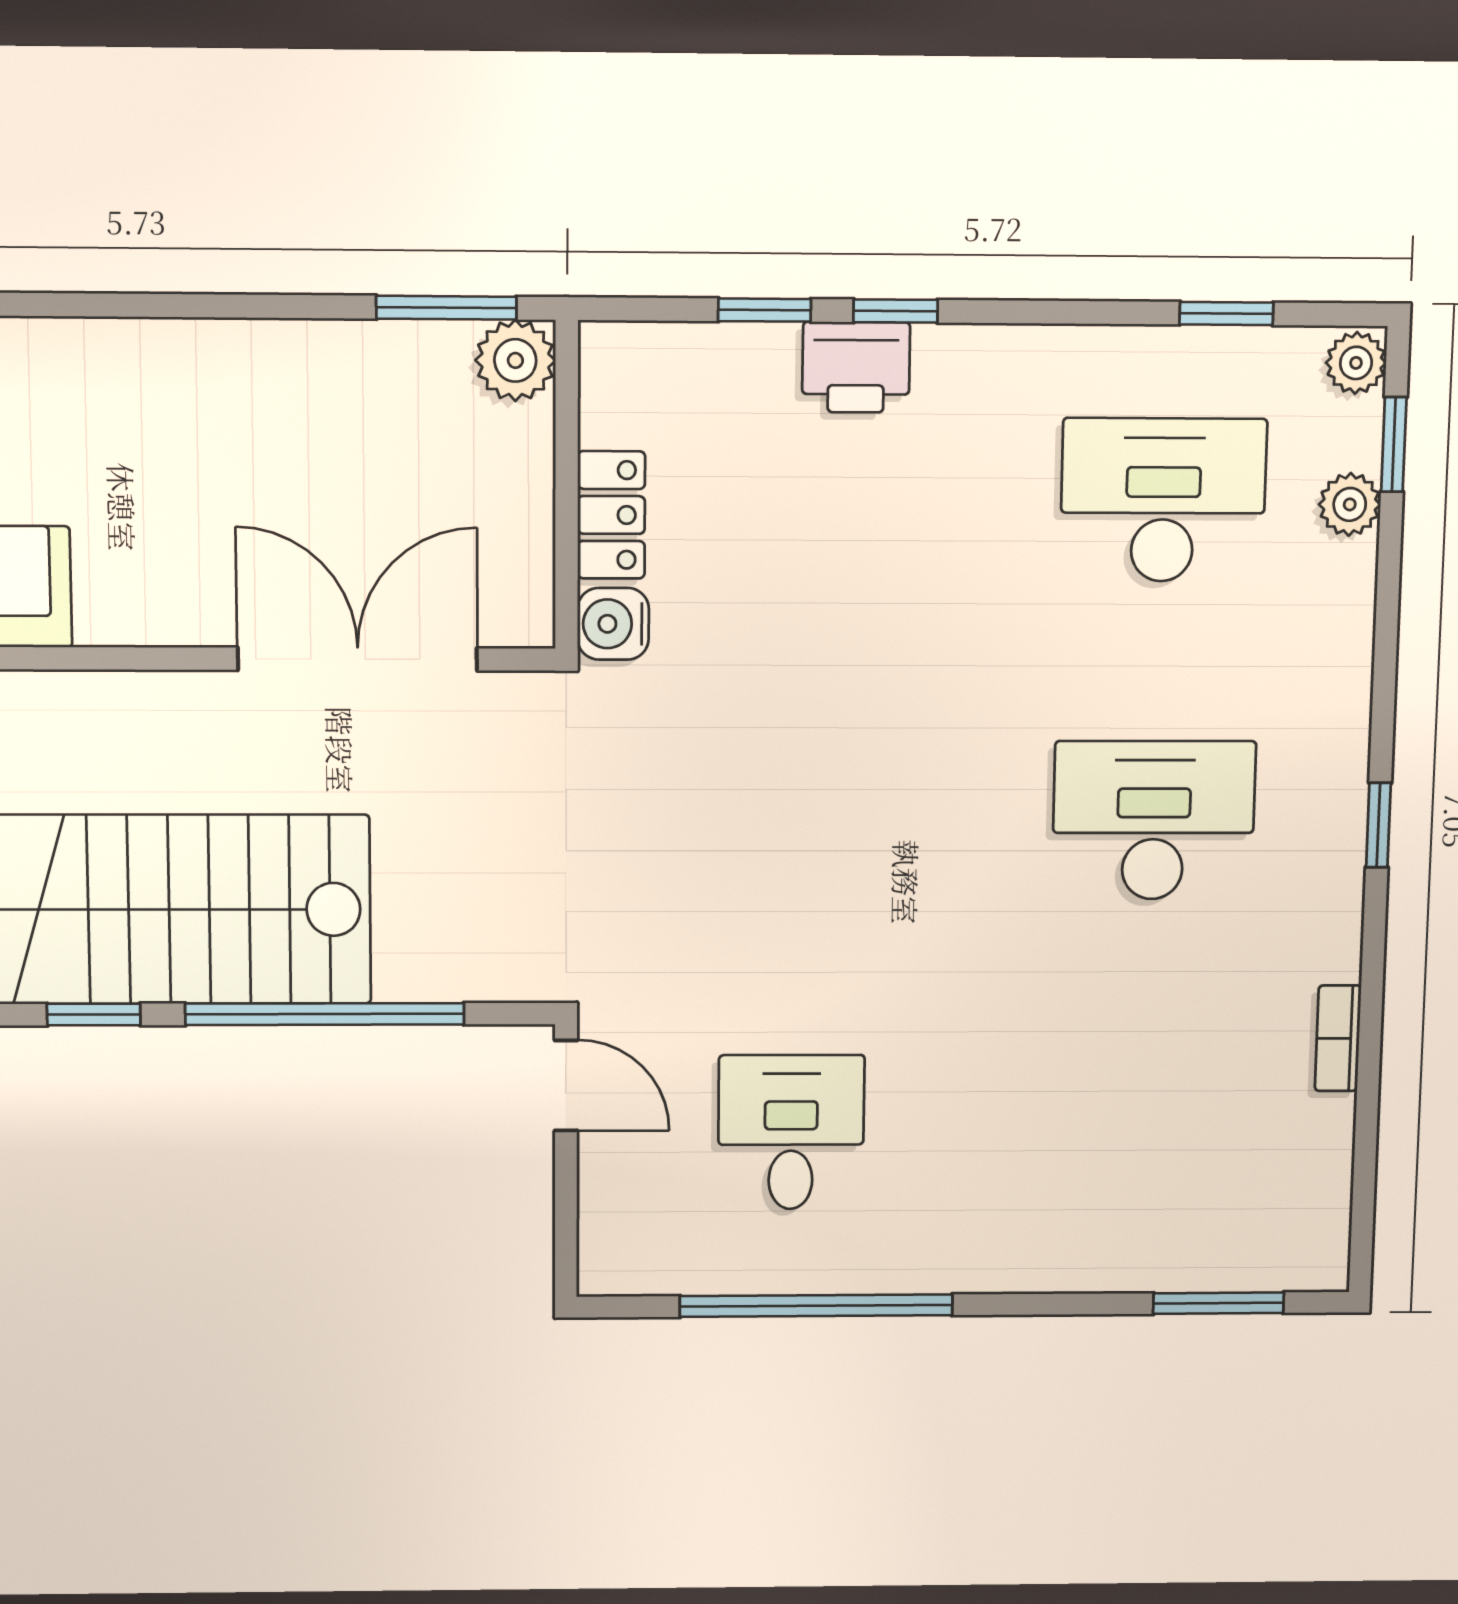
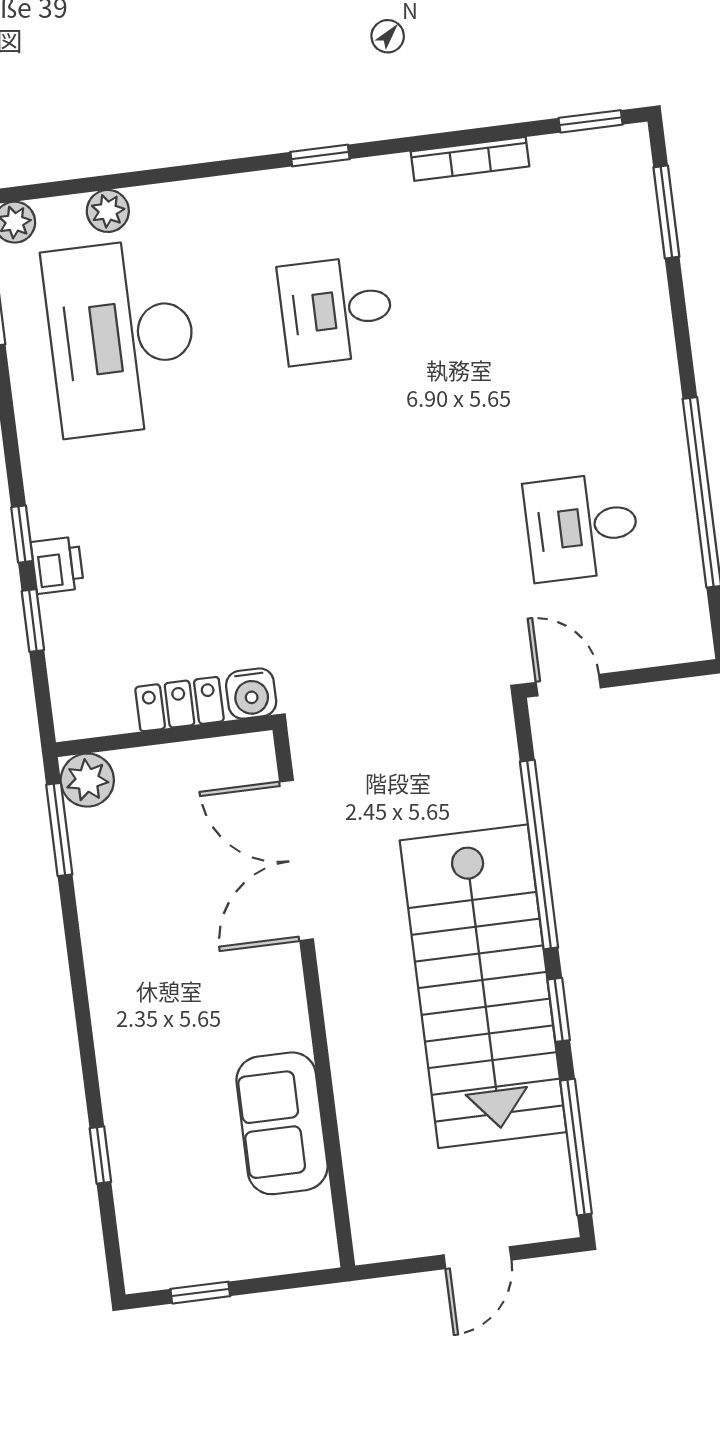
printer: (856, 367) -> (57, 565), width x0.73, depth x0.81
window: (1394, 444) -> (591, 121), moved
desk: (1163, 500) -> (121, 337), width x1.36, depth x1.30
desk: (1154, 820) -> (336, 310), width x0.73
bookcase: (1338, 1038) -> (470, 159), width x1.56
door: (566, 1086) -> (568, 685), hinge flipped

